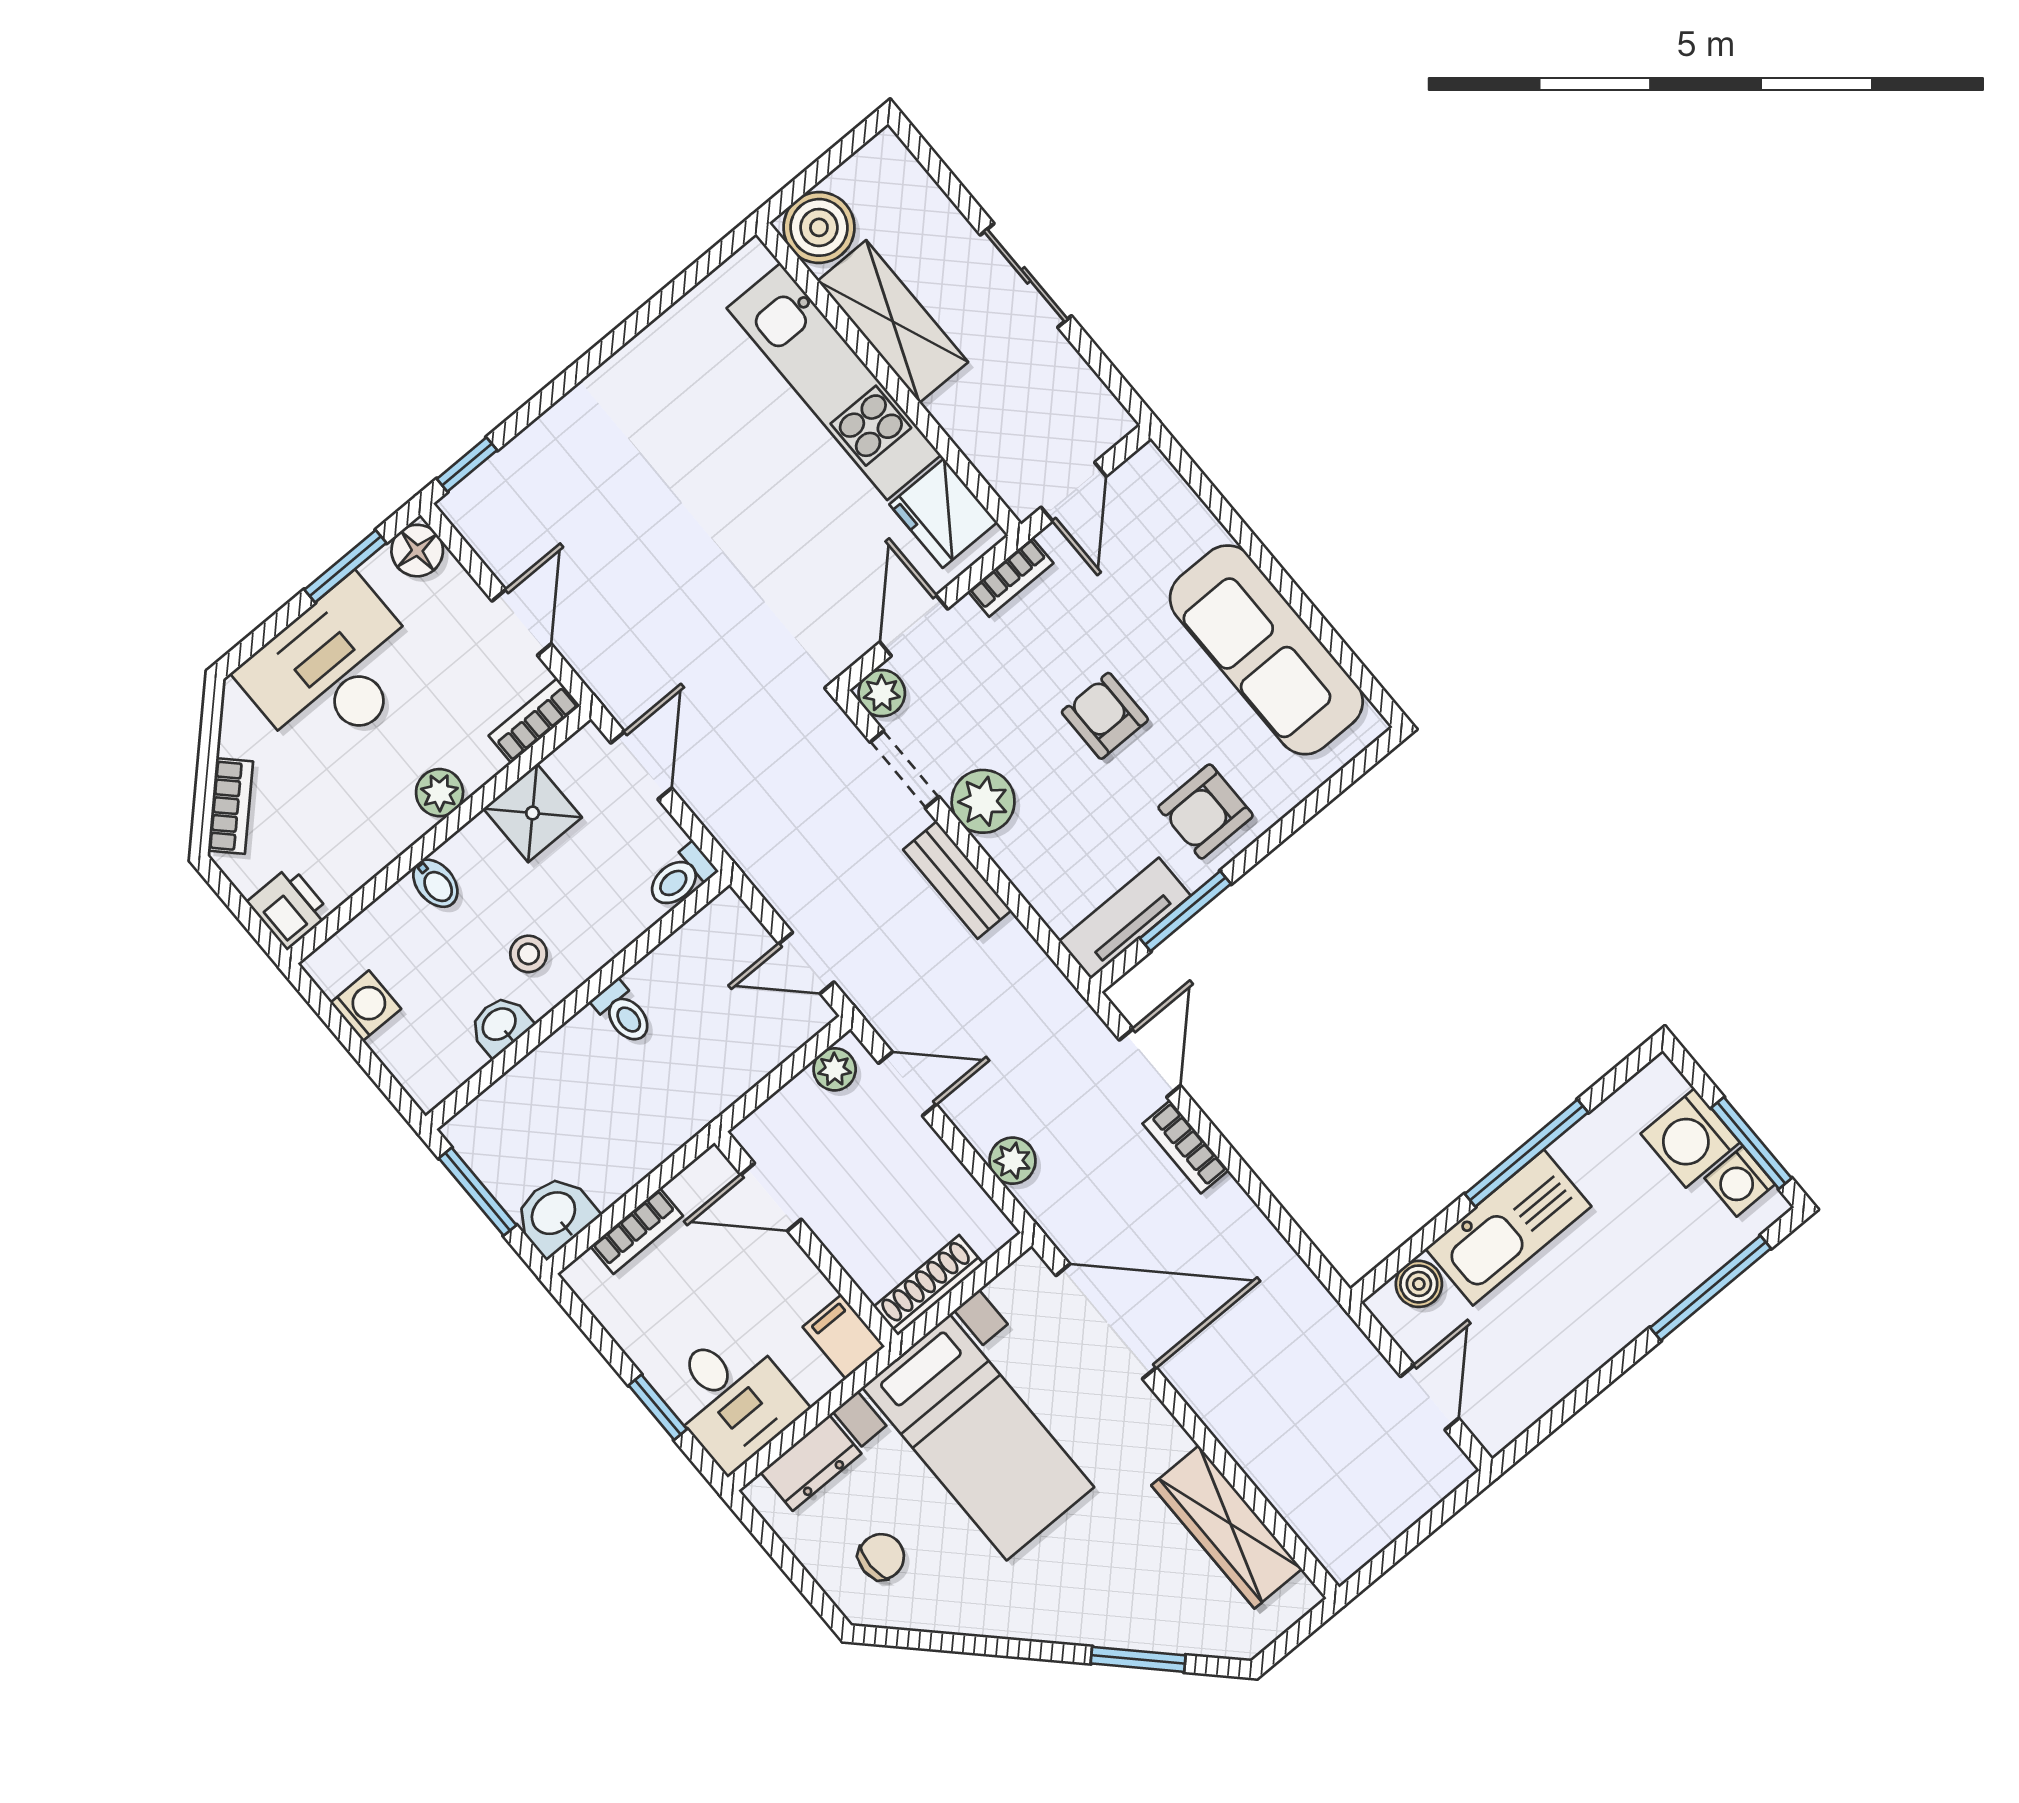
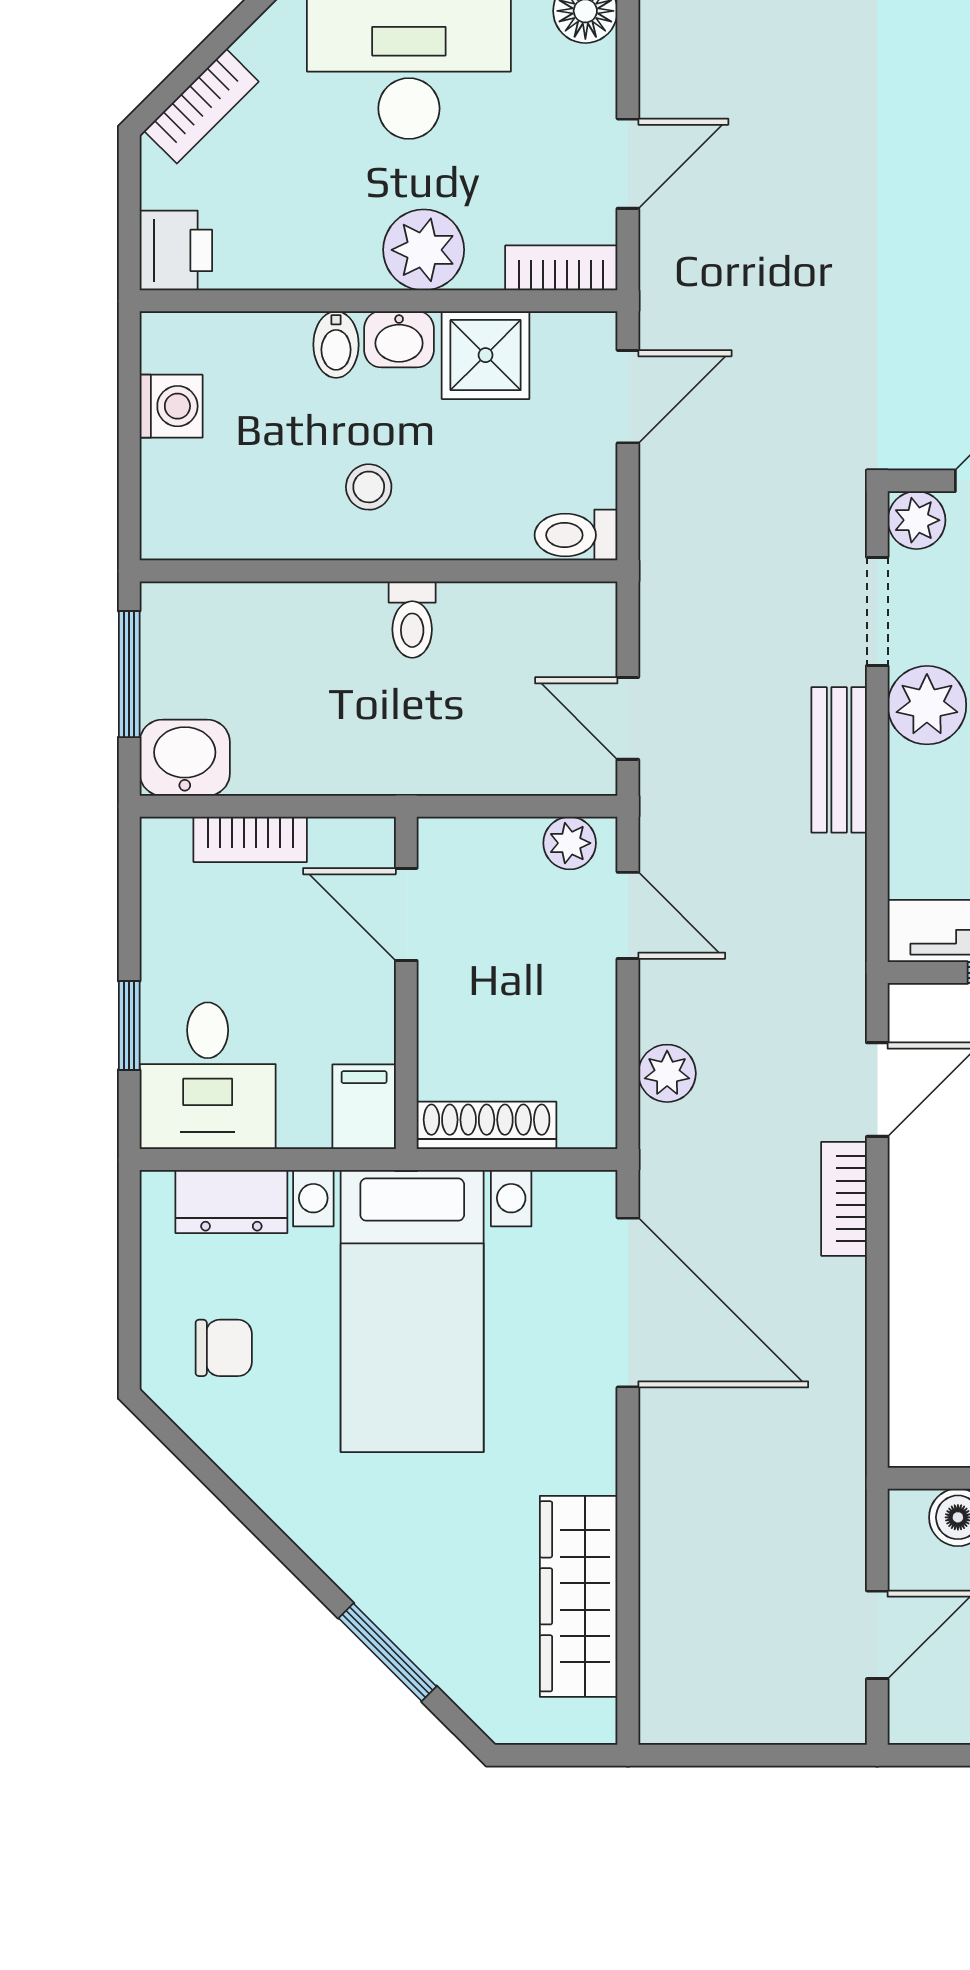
plant: (440, 793) -> (424, 250), width x1.38, depth x1.38
washbasin: (500, 1025) -> (399, 339), moved, turned 180

